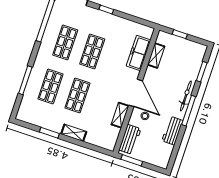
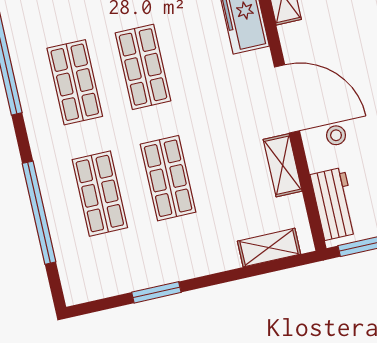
window: (25, 80) -> (39, 213), width x1.46
shelving: (74, 133) -> (269, 248), moved

